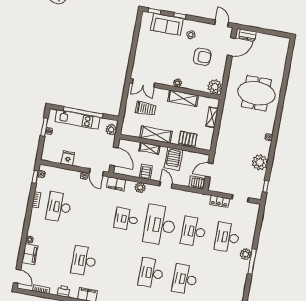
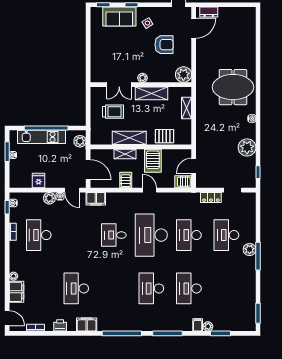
double door: (144, 83) -> (119, 85), moved
meeting table: (256, 93) -> (233, 87), moved
plant: (140, 188) -> (49, 198), moved

